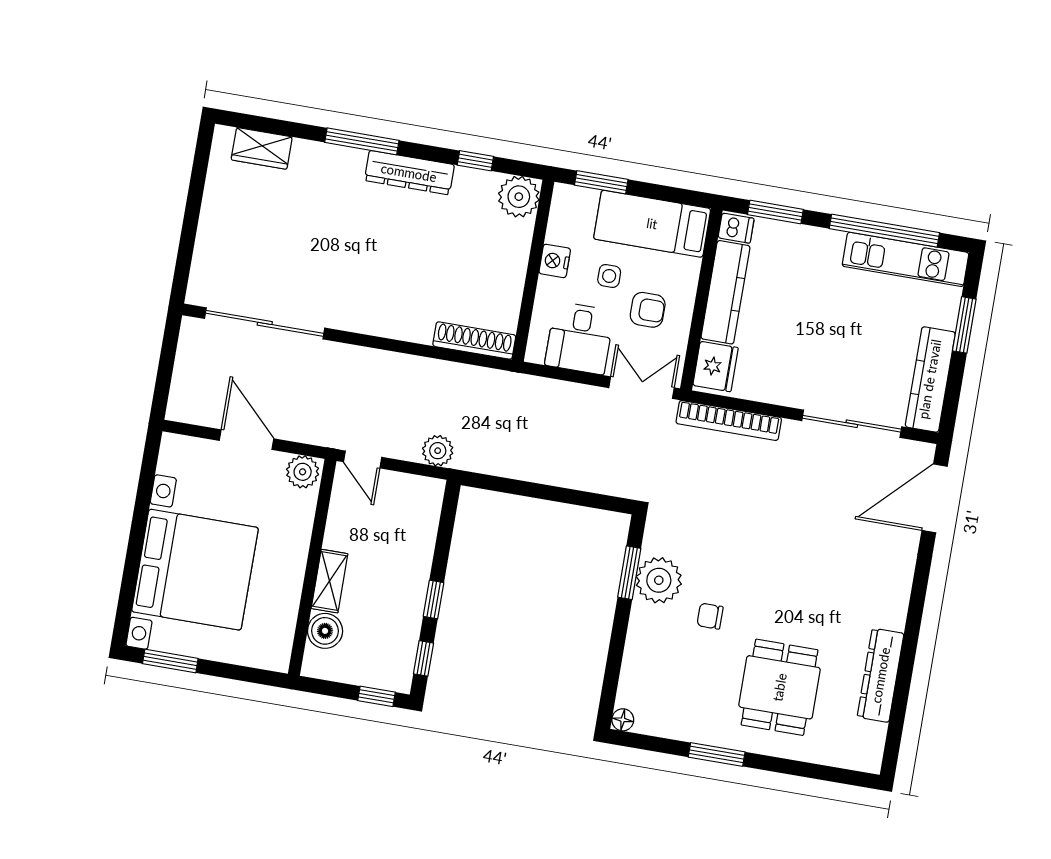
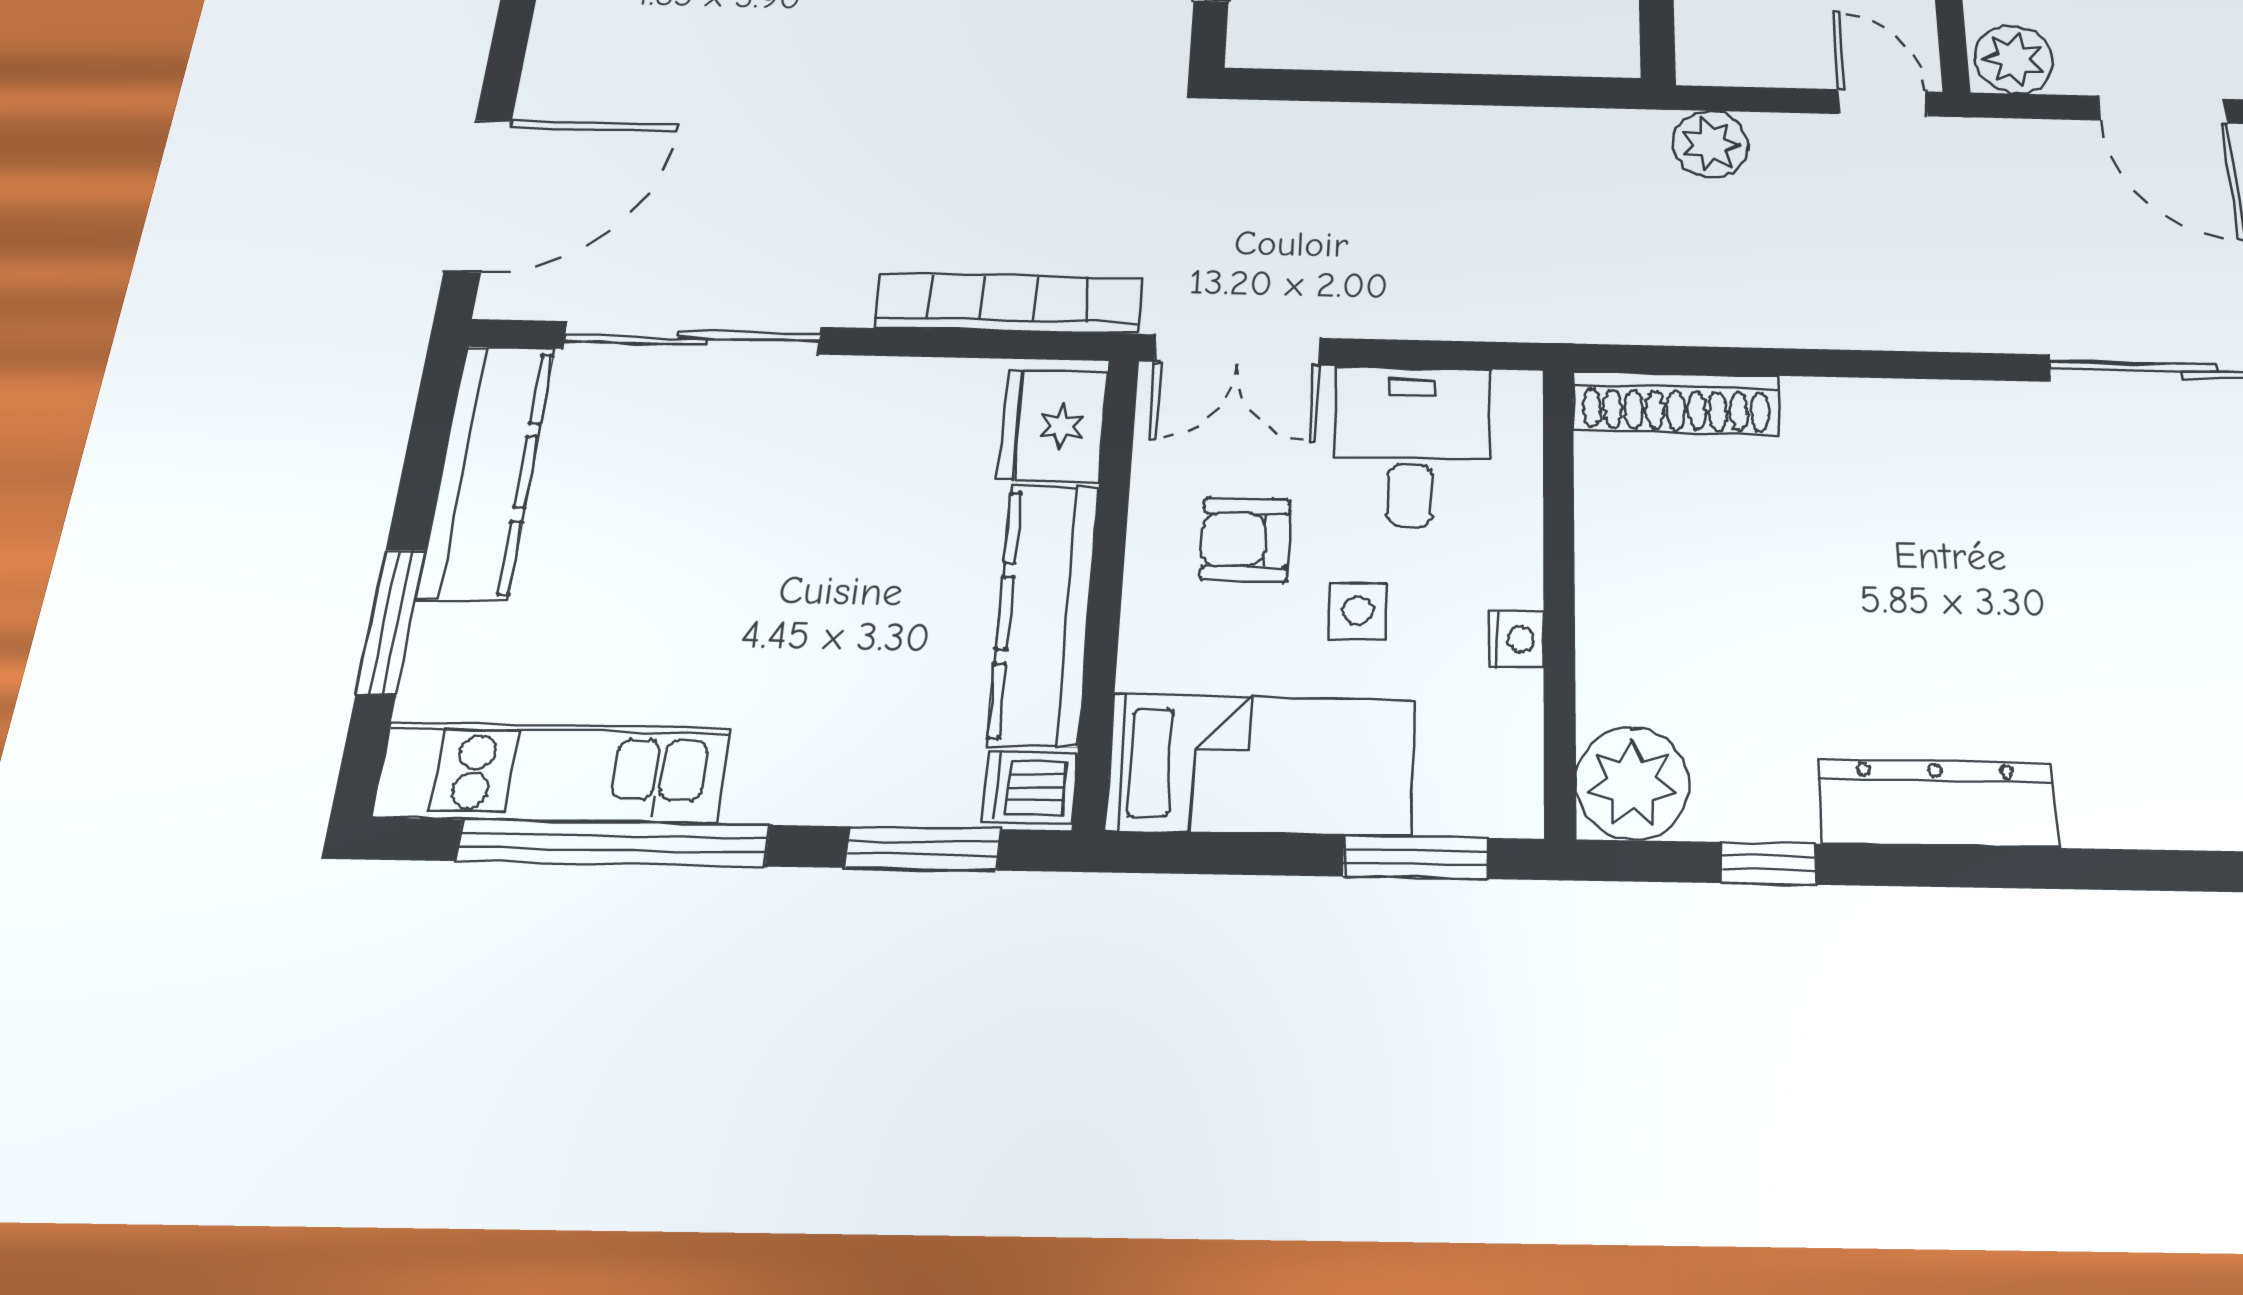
window: (362, 141) -> (2085, 869), removed
nightstand: (555, 261) -> (1516, 639), width x0.72, depth x0.74

